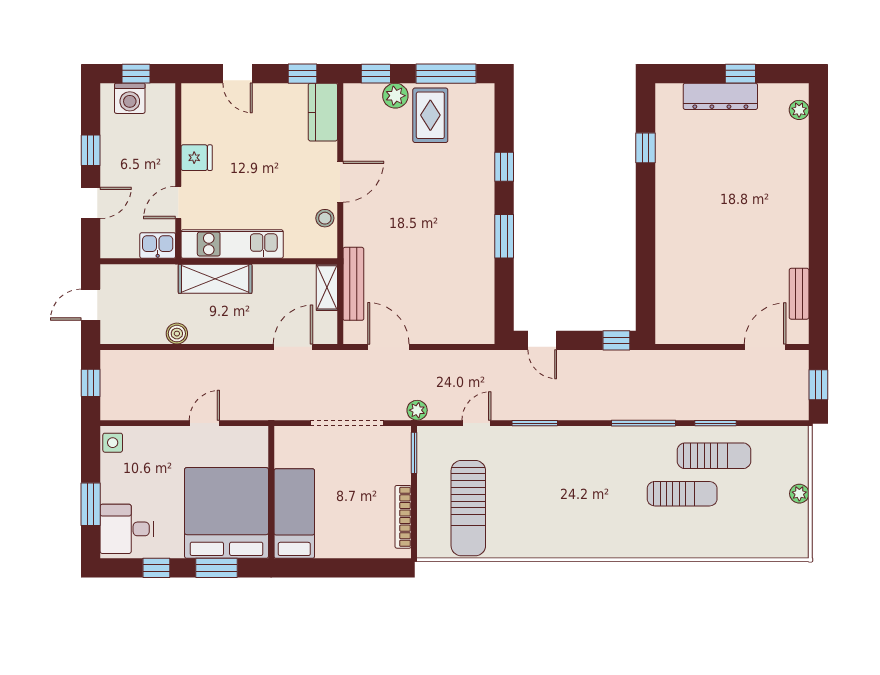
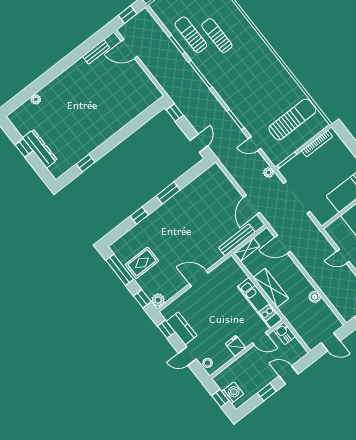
door: (238, 74) -> (187, 356), swing flipped
plant: (395, 96) -> (158, 300), moved
plant: (799, 110) -> (36, 99), moved
kitchen counter: (323, 112) -> (182, 328), moved, turned -90
stool: (325, 218) -> (208, 363), moved
shelving: (215, 279) -> (271, 288), moved

